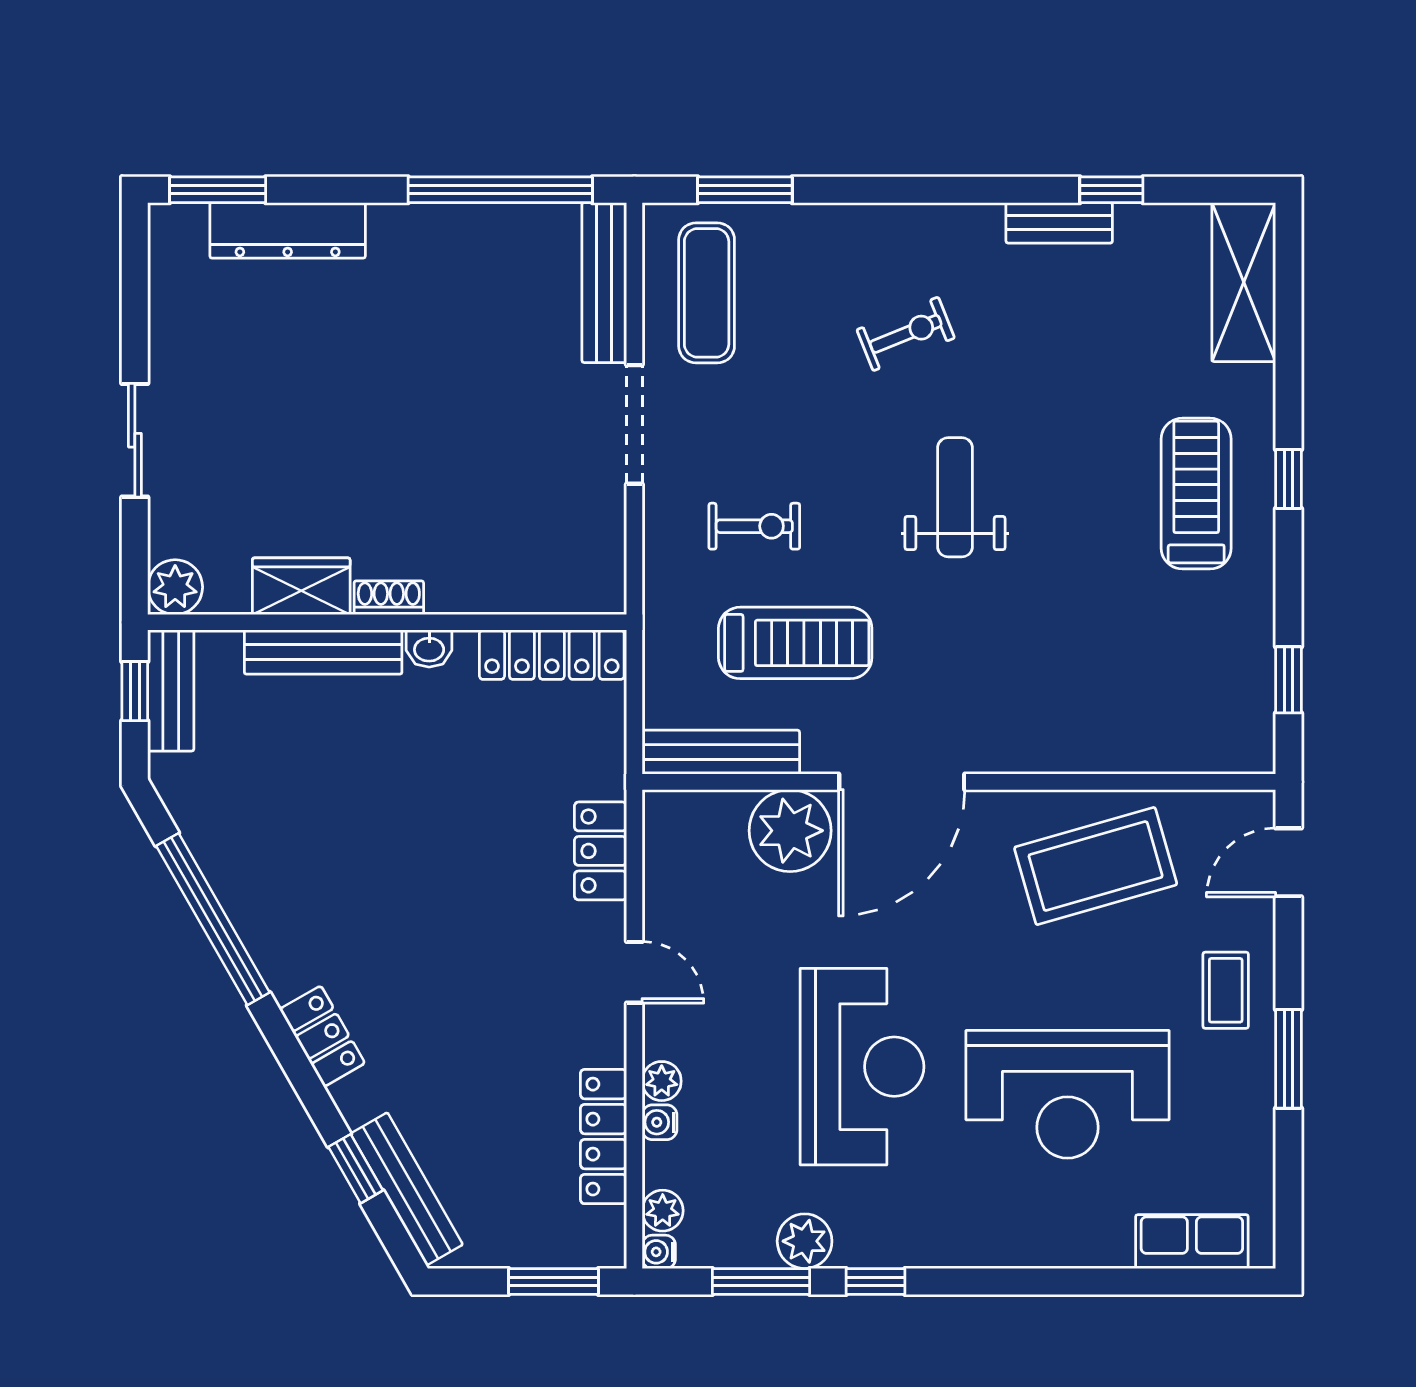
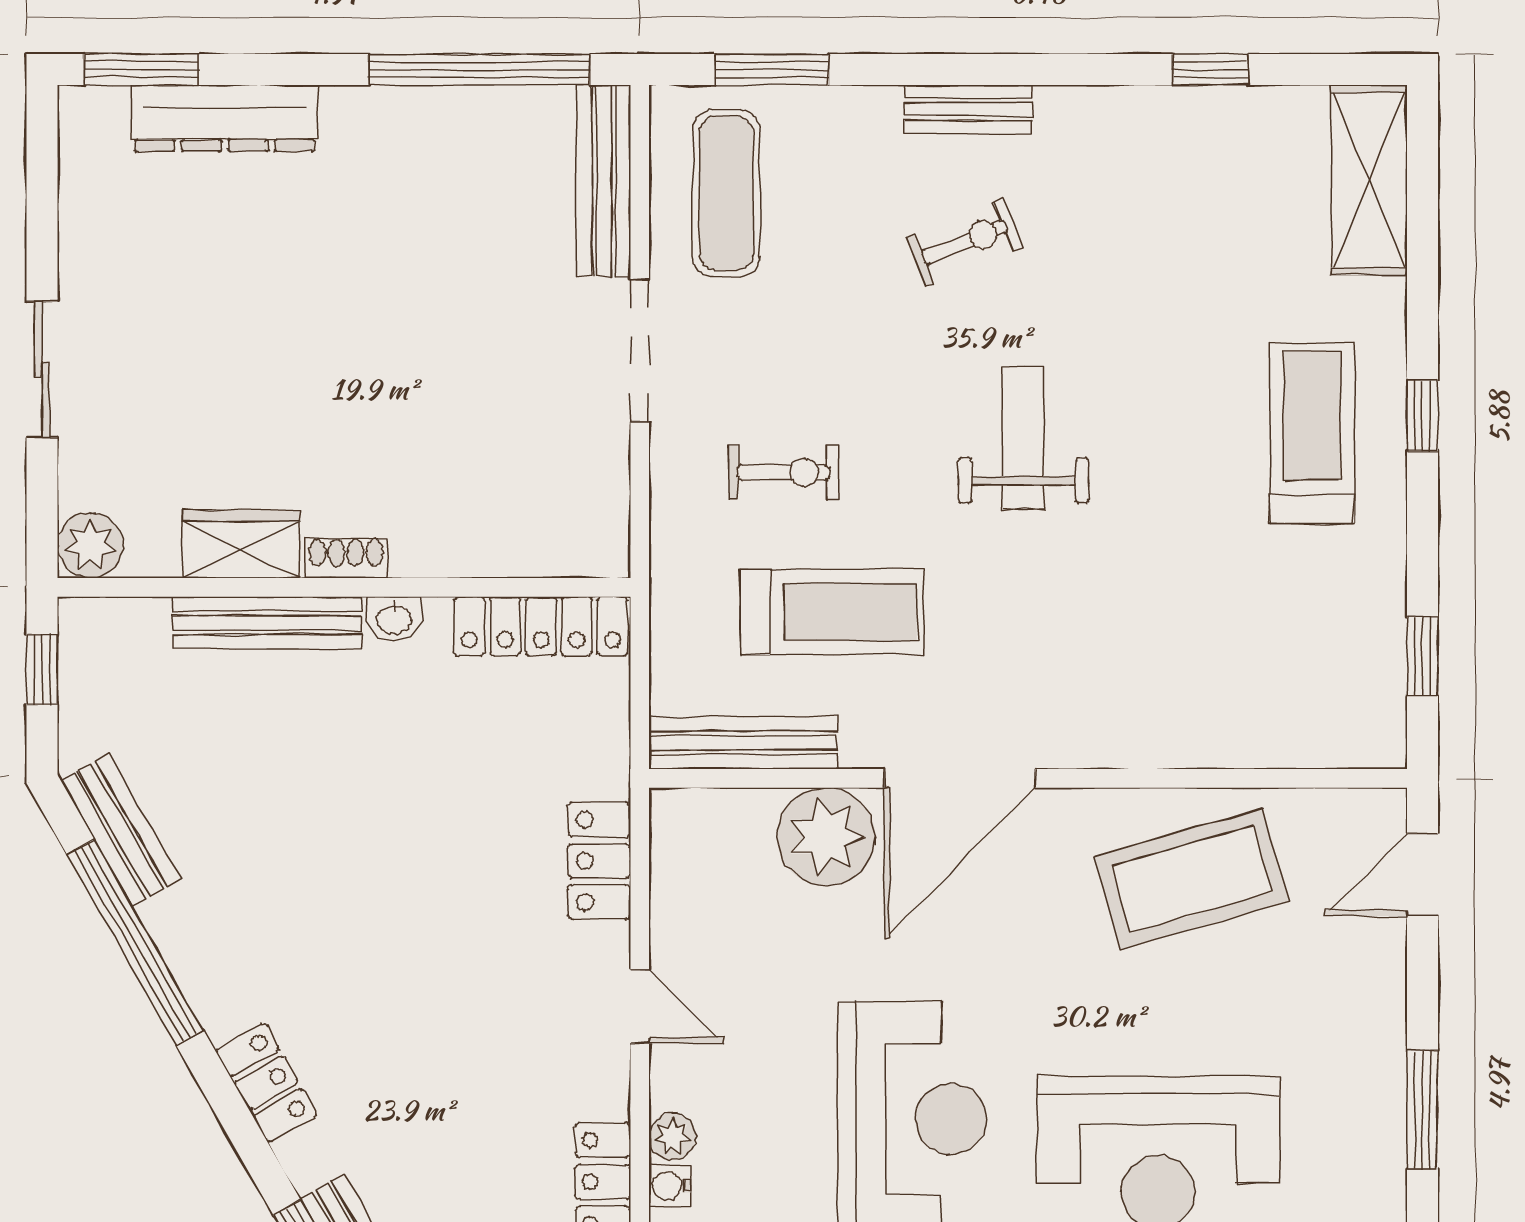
bench: (1059, 223) -> (968, 109), moved
bench: (171, 690) -> (121, 830), moved, turned -30
coffee table: (1226, 990) -> (1347, 1028), removed

